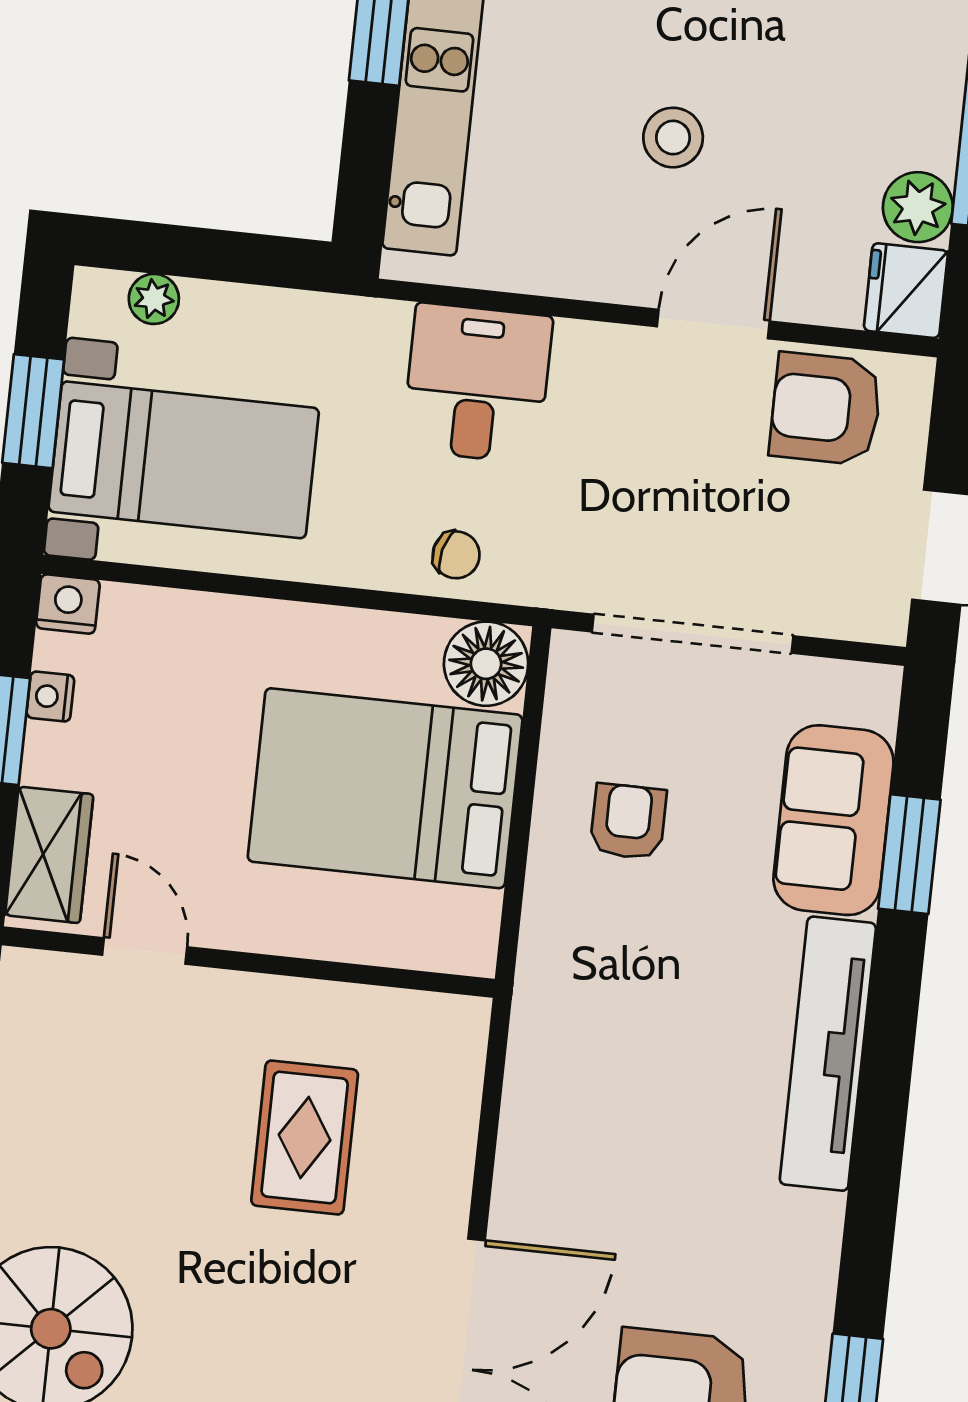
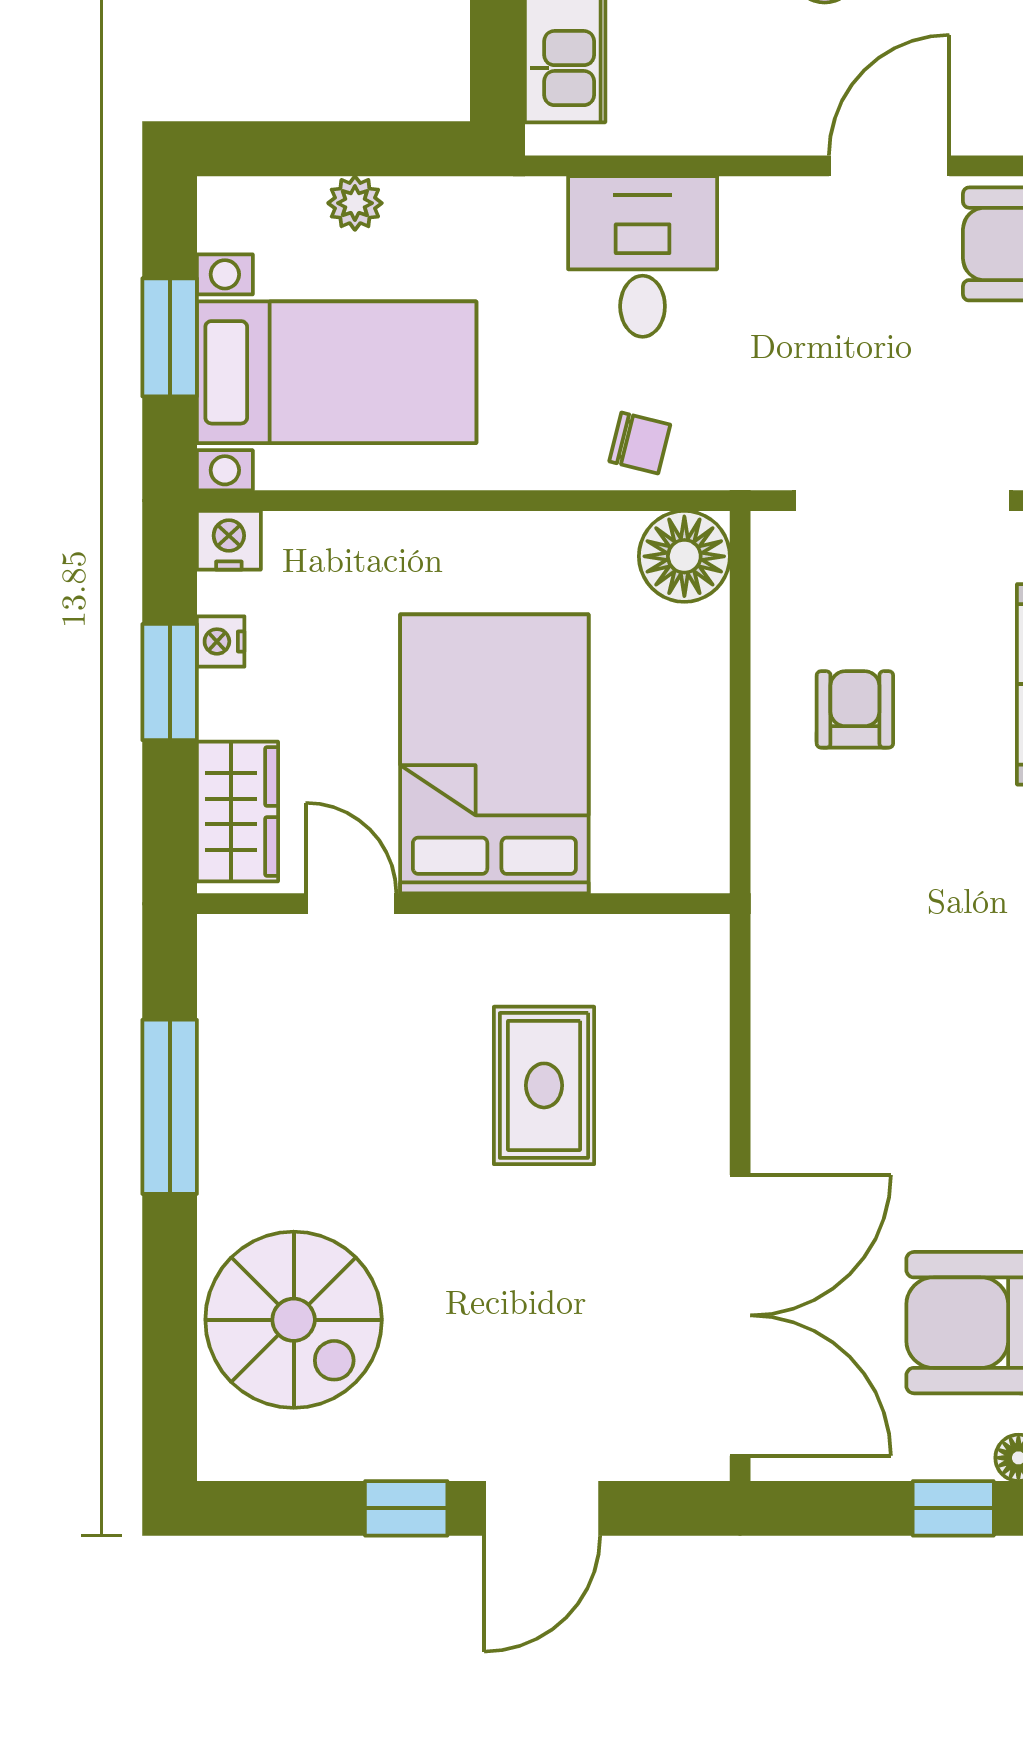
plant: (154, 299) -> (355, 203), moved
bed: (385, 788) -> (494, 754), moved, turned 90

